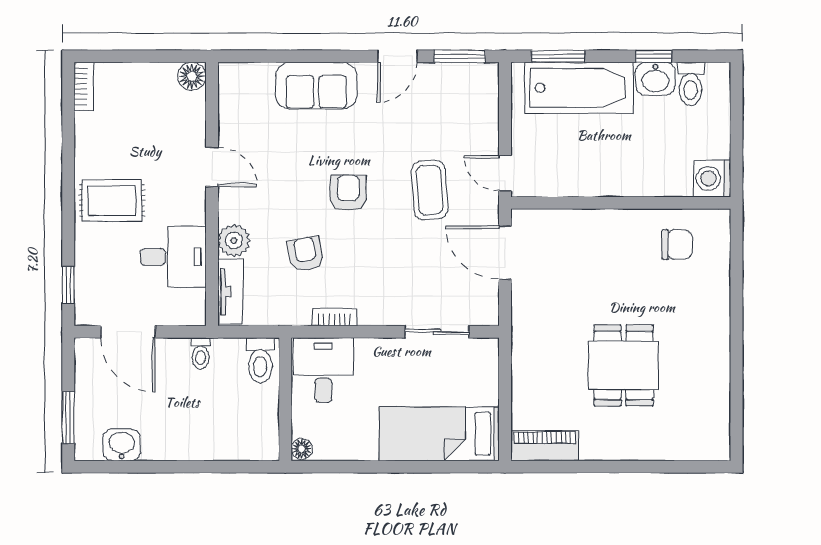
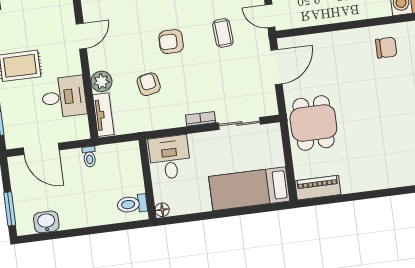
door: (212, 167) -> (81, 36), hinge flipped
coffee table: (429, 190) -> (223, 33), width x0.73, depth x0.77
armchair: (348, 193) -> (171, 42), turned -90
door: (505, 253) -> (277, 67), swing flipped
bookcase: (335, 317) -> (201, 119), moved
toilet: (260, 360) -> (132, 204), moved, turned 90
dining table: (624, 365) -> (313, 123), moved

